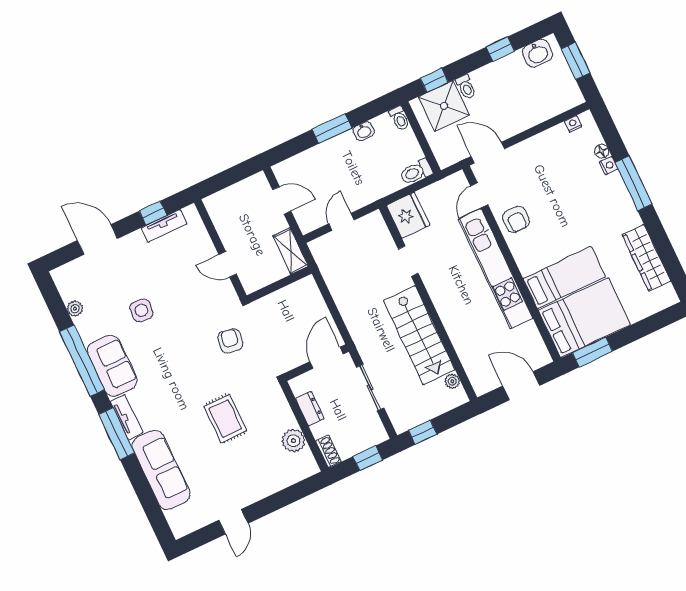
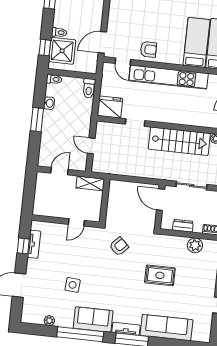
armchair: (230, 341) -> (119, 246), turned 125

